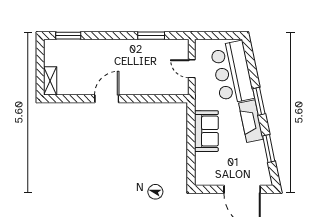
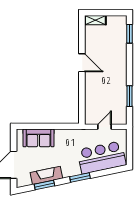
fireplace: (251, 121) -> (46, 175), moved
sofa: (206, 131) -> (39, 138), moved

